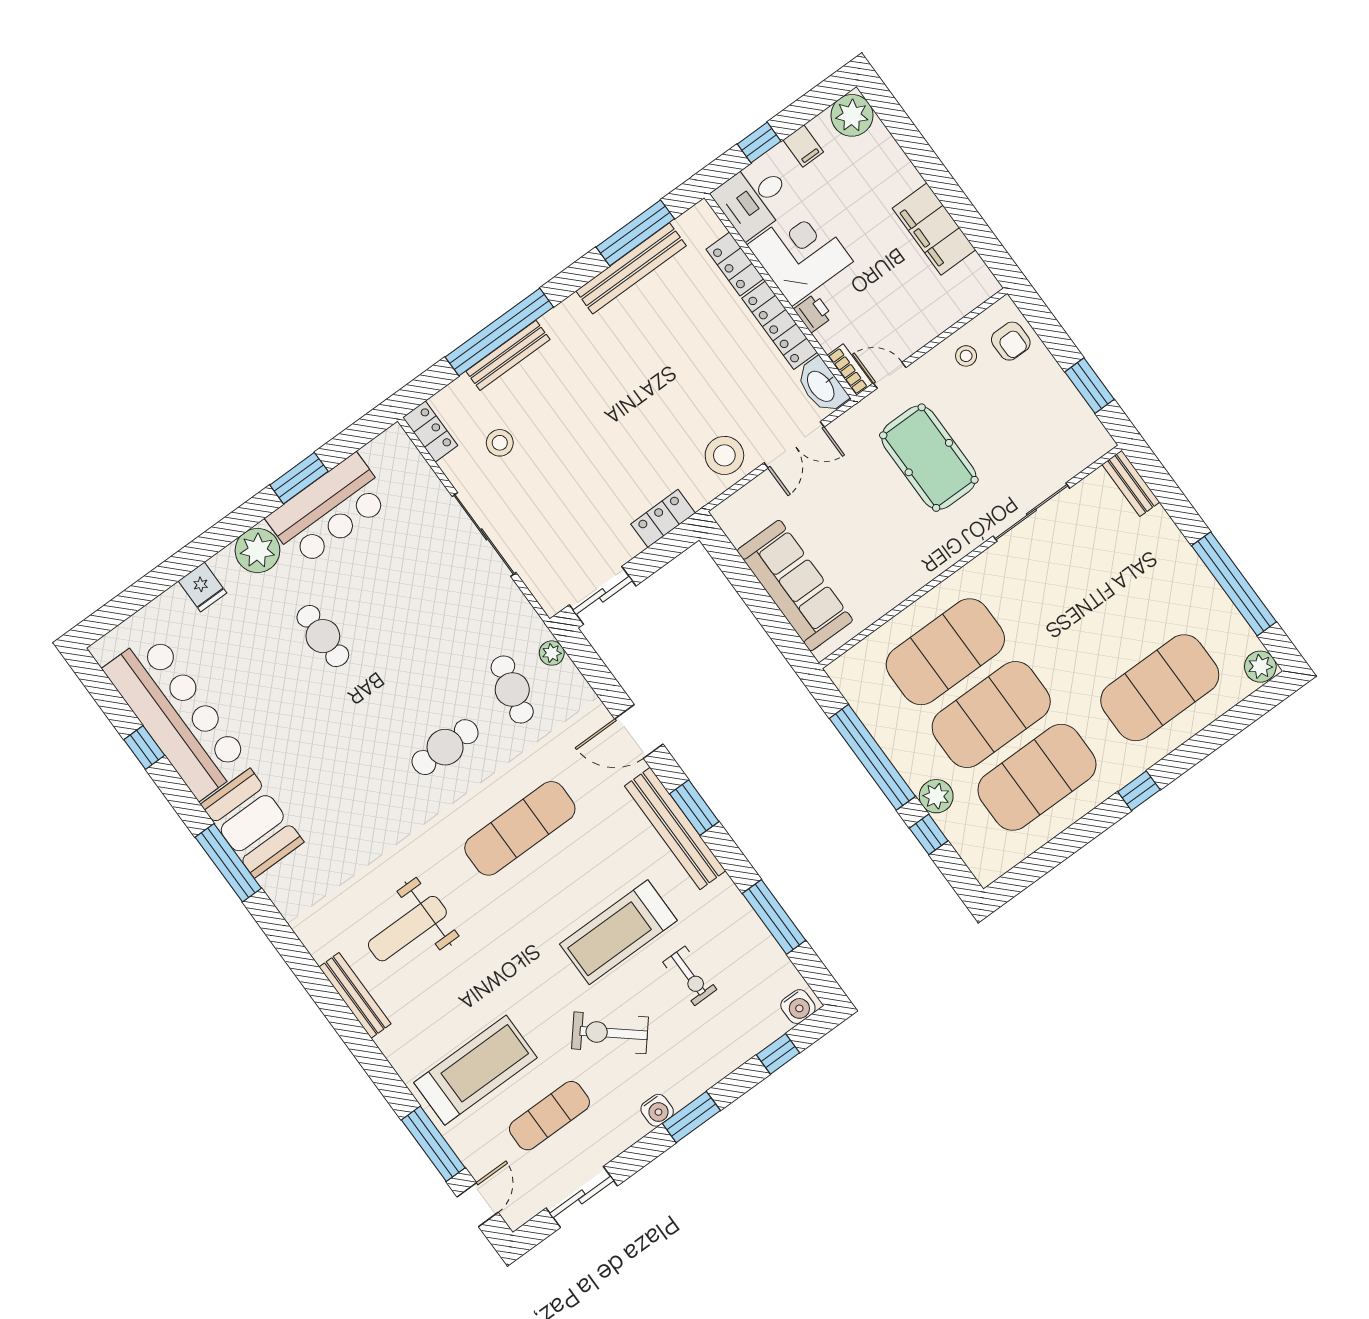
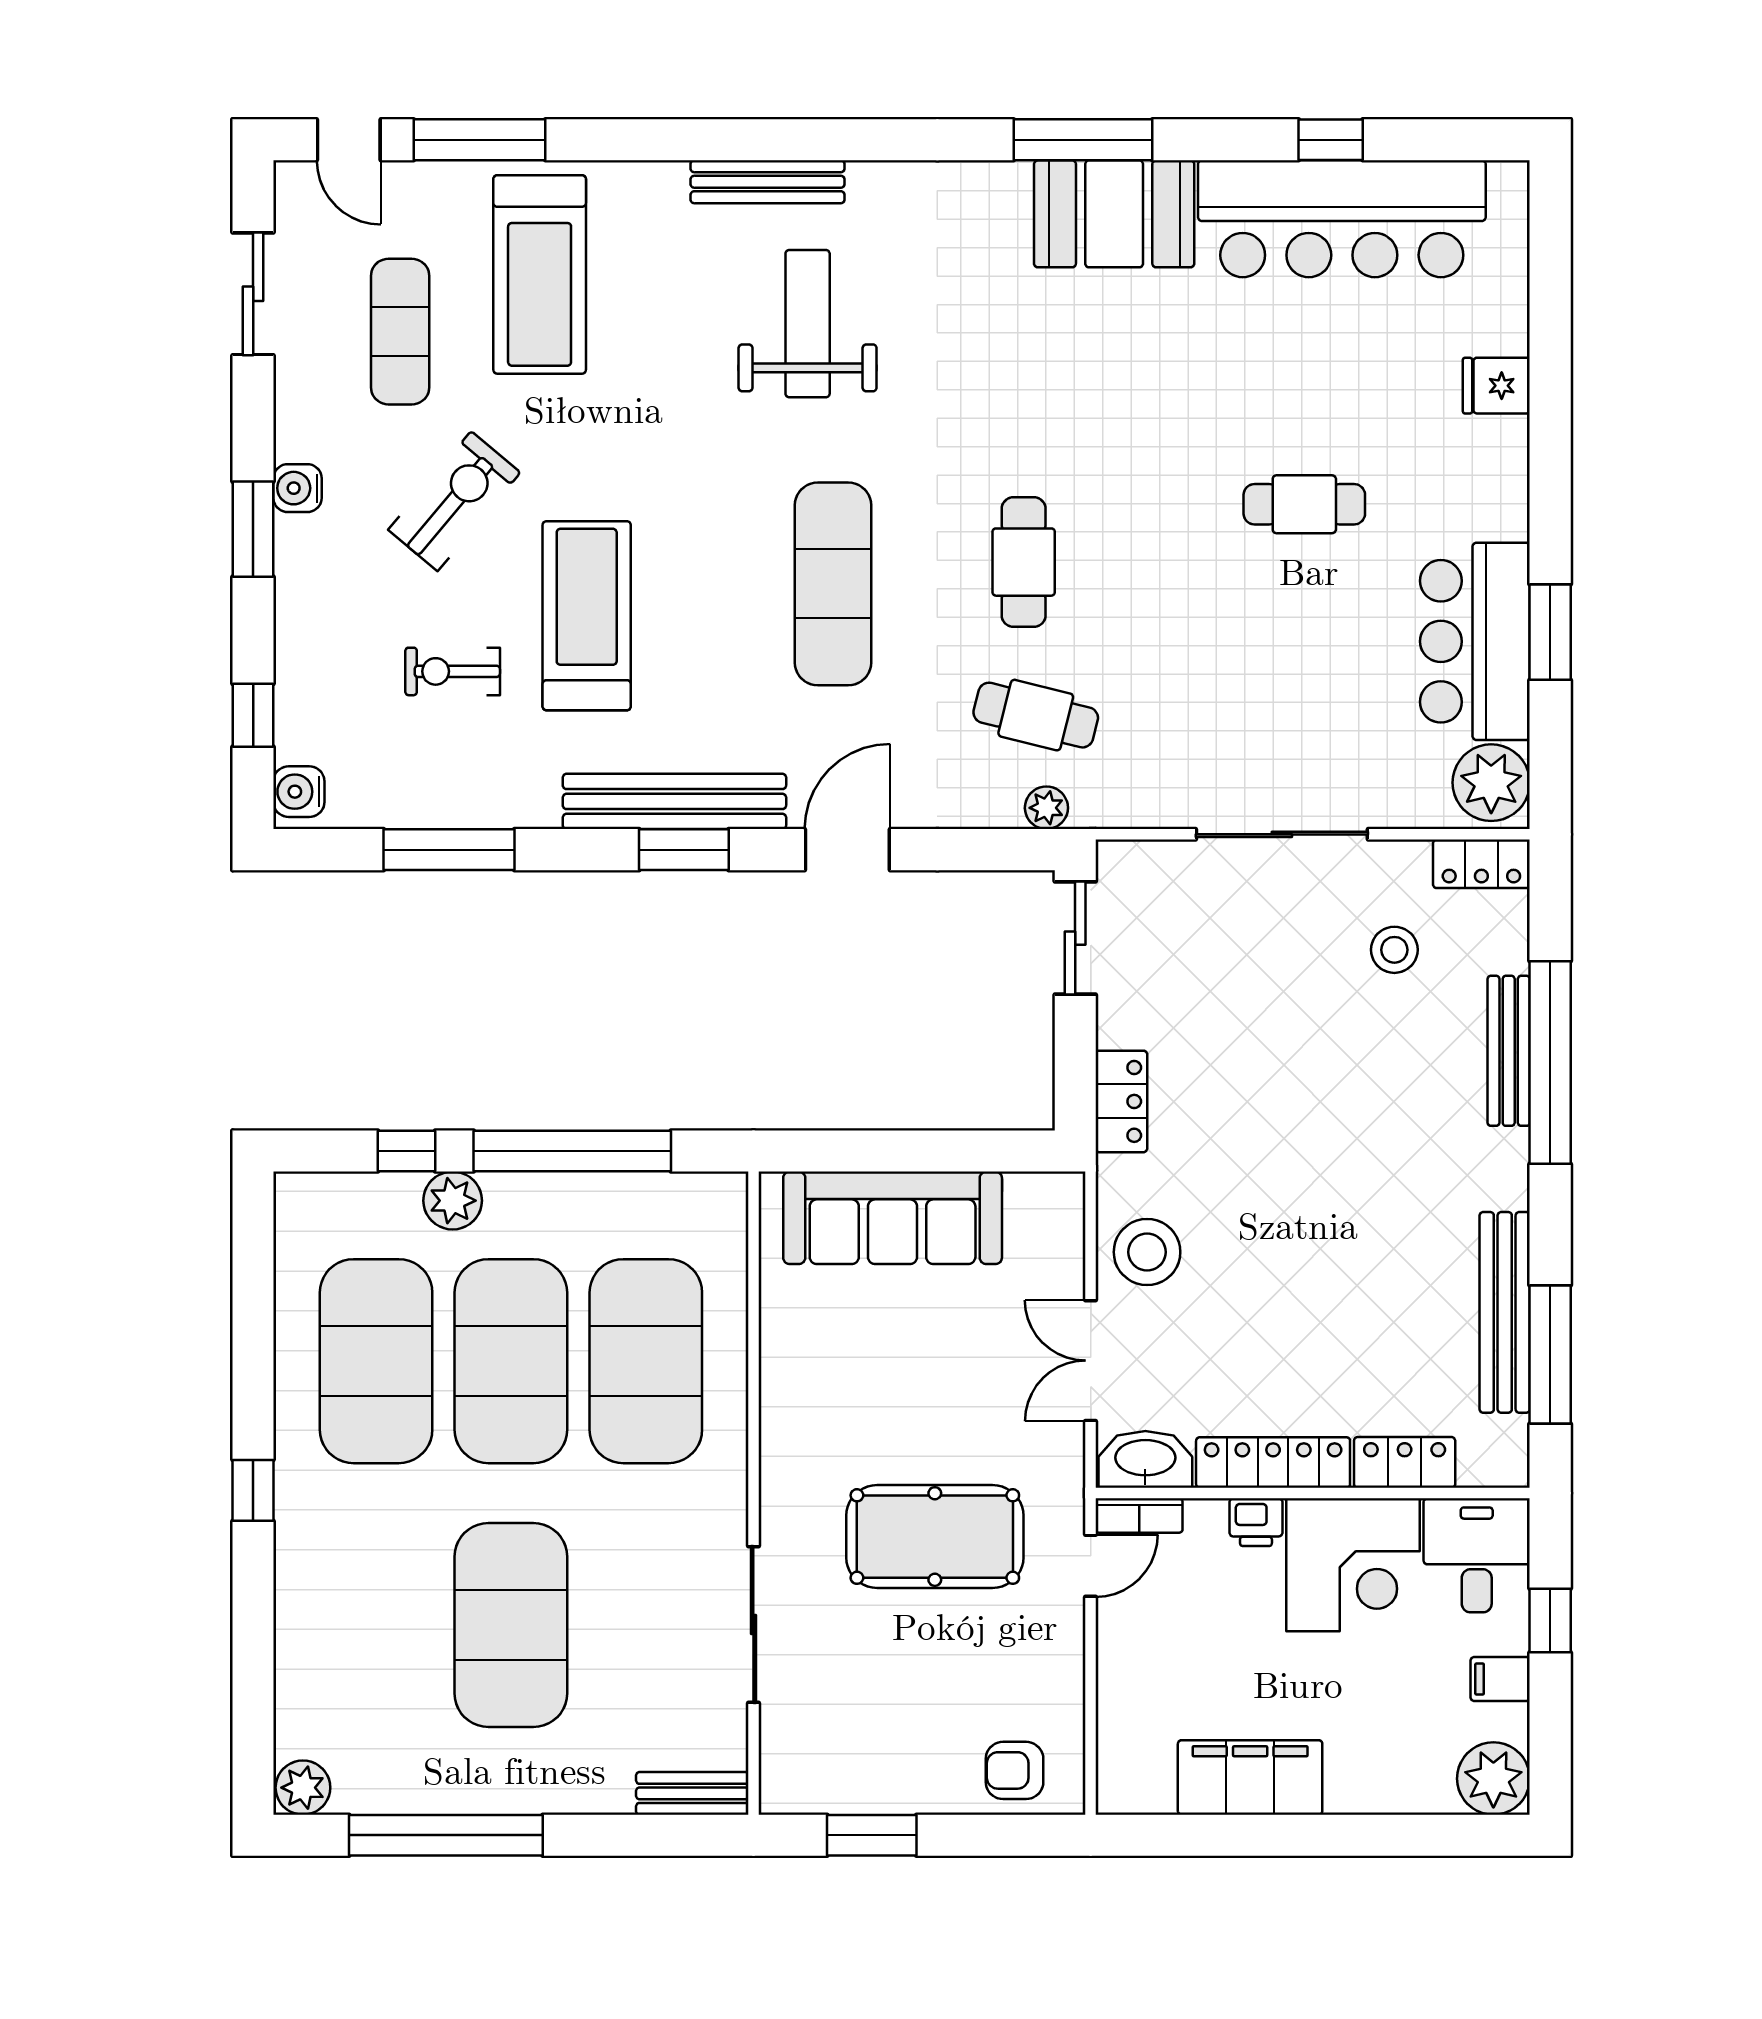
stool: (966, 356) -> (1039, 1693), removed
plant: (257, 550) -> (1491, 783), moved
exercise mat: (1160, 688) -> (511, 1625), moved

